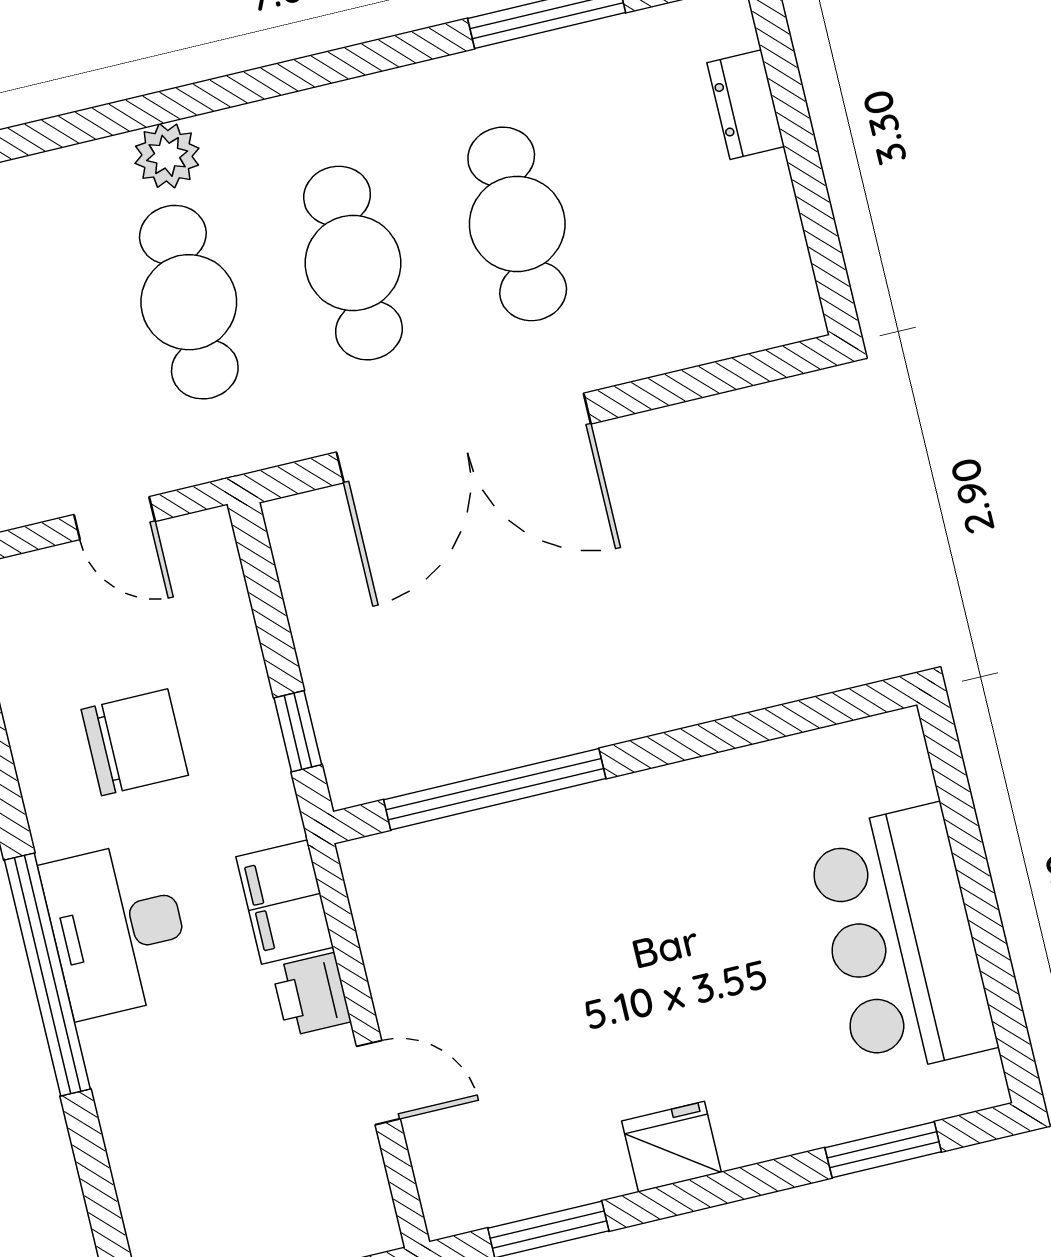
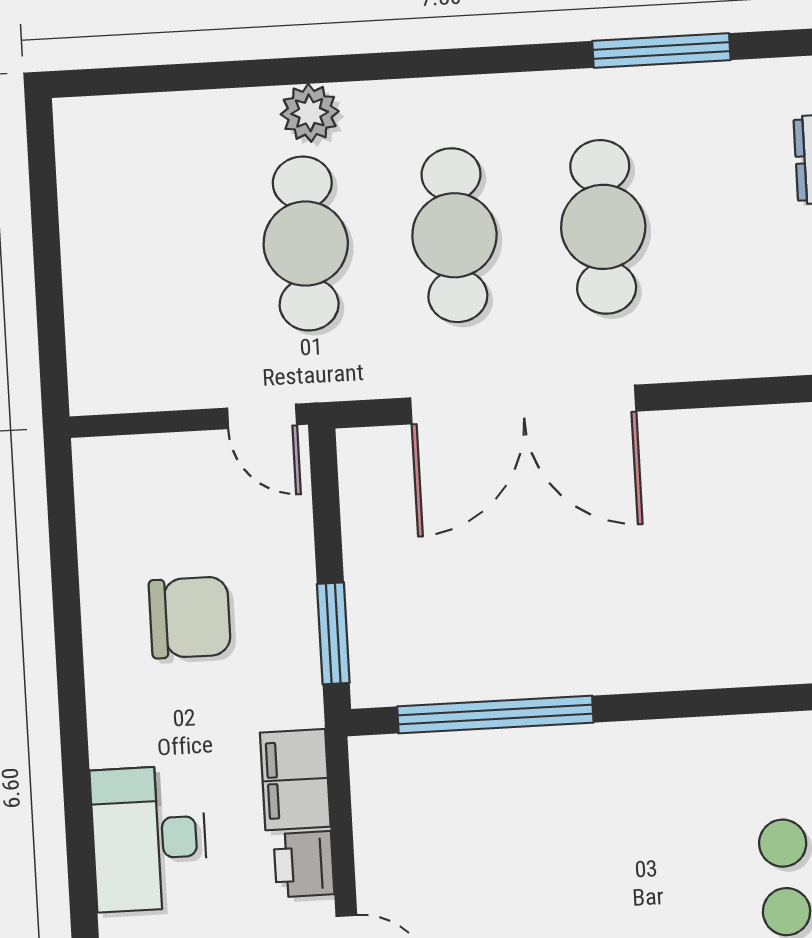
door: (114, 518) -> (262, 416), moved
window: (298, 731) -> (333, 633), width x1.50
desk: (118, 929) -> (149, 838), moved
window: (47, 974) -> (78, 806), removed

